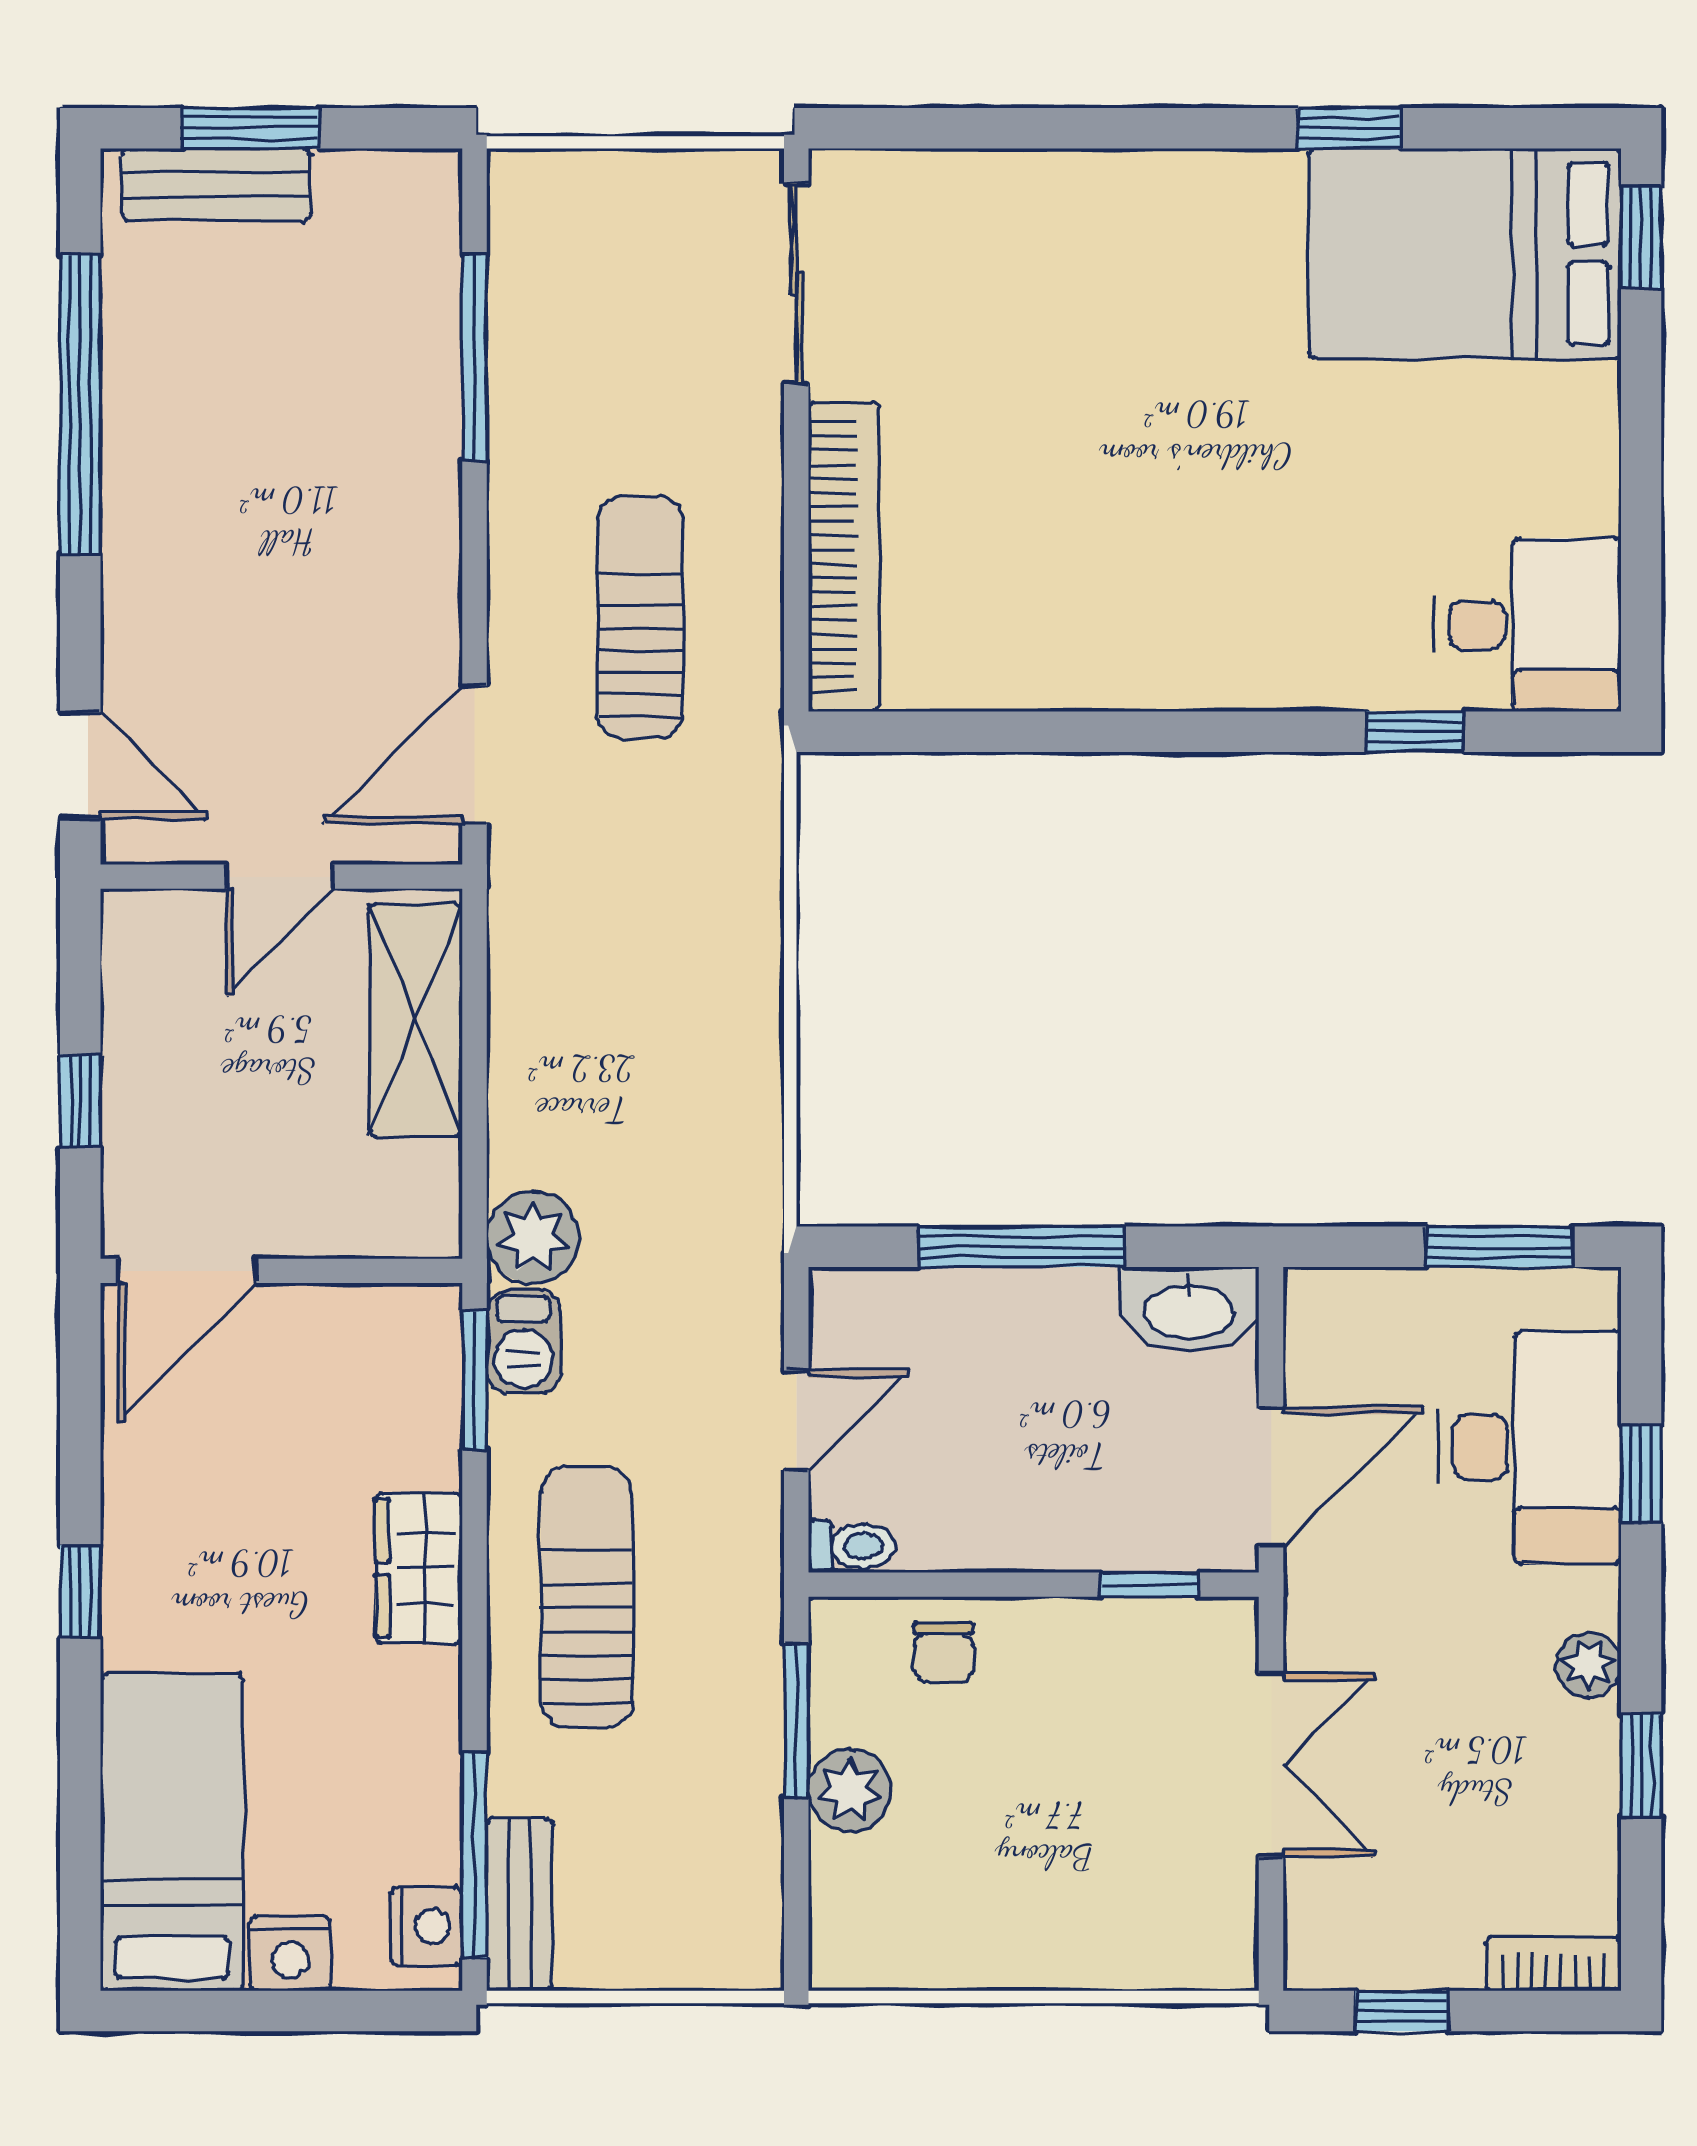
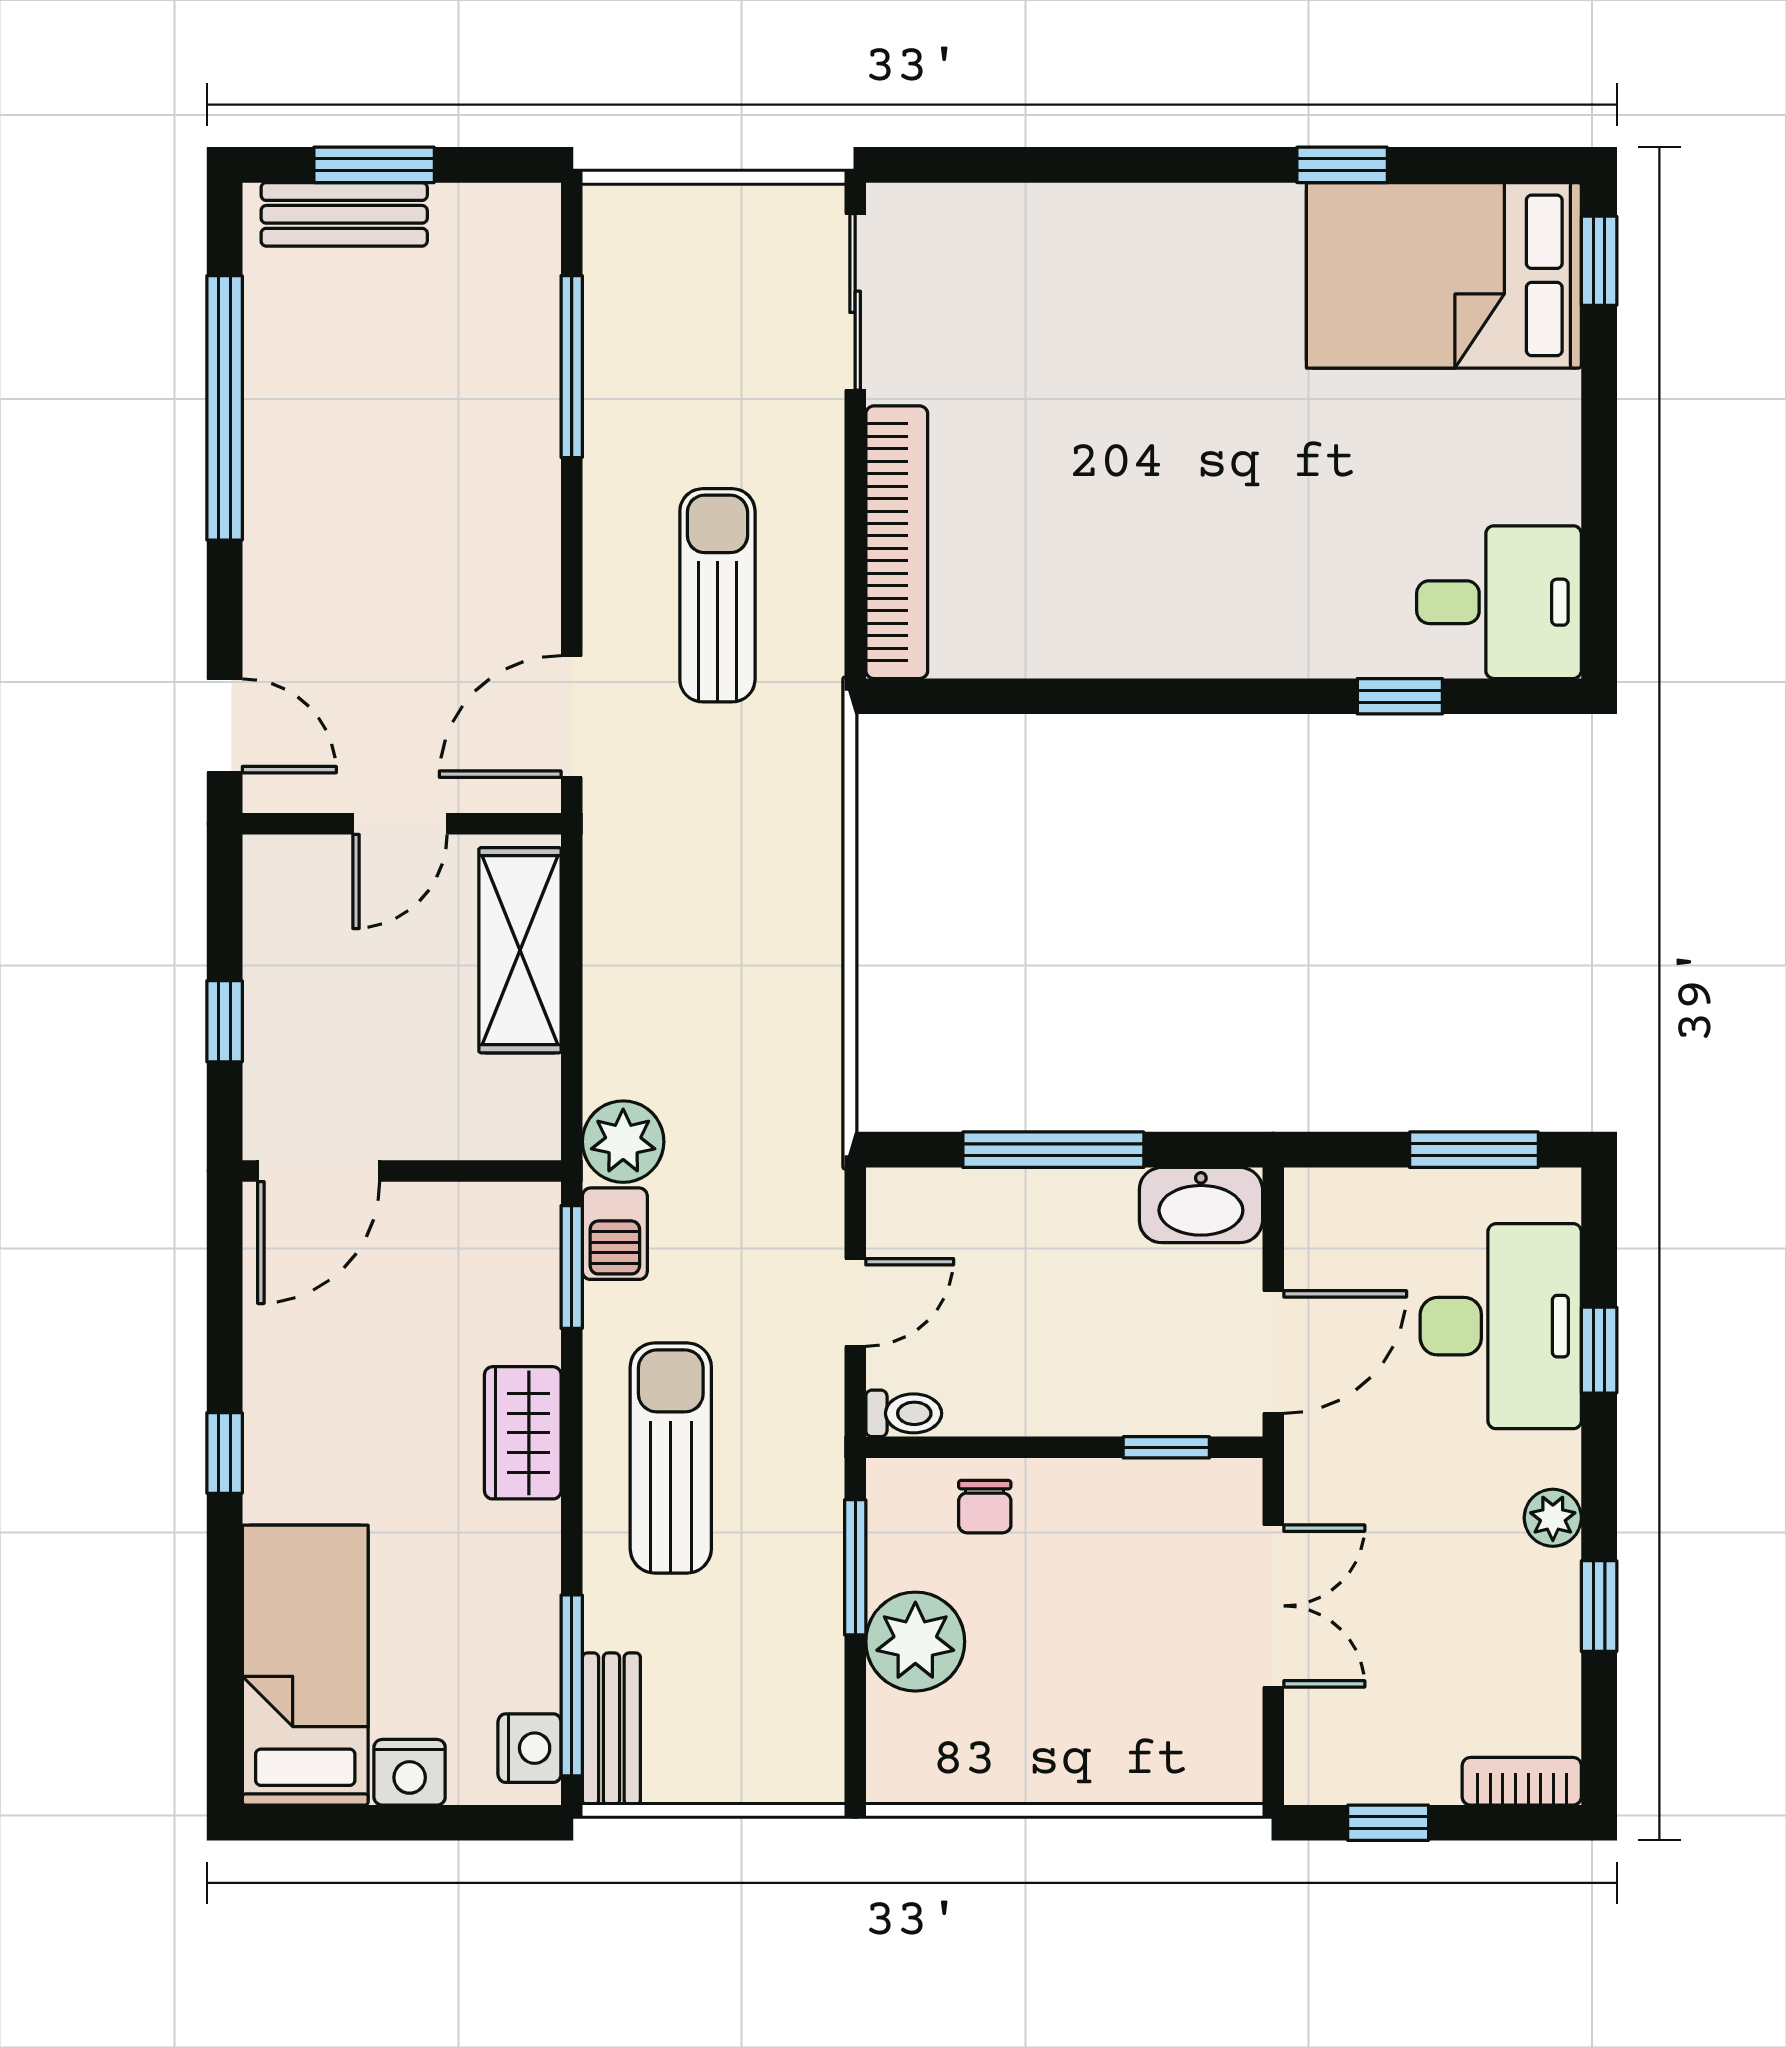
plant: (850, 1790) -> (915, 1642), width x1.36, depth x1.36

